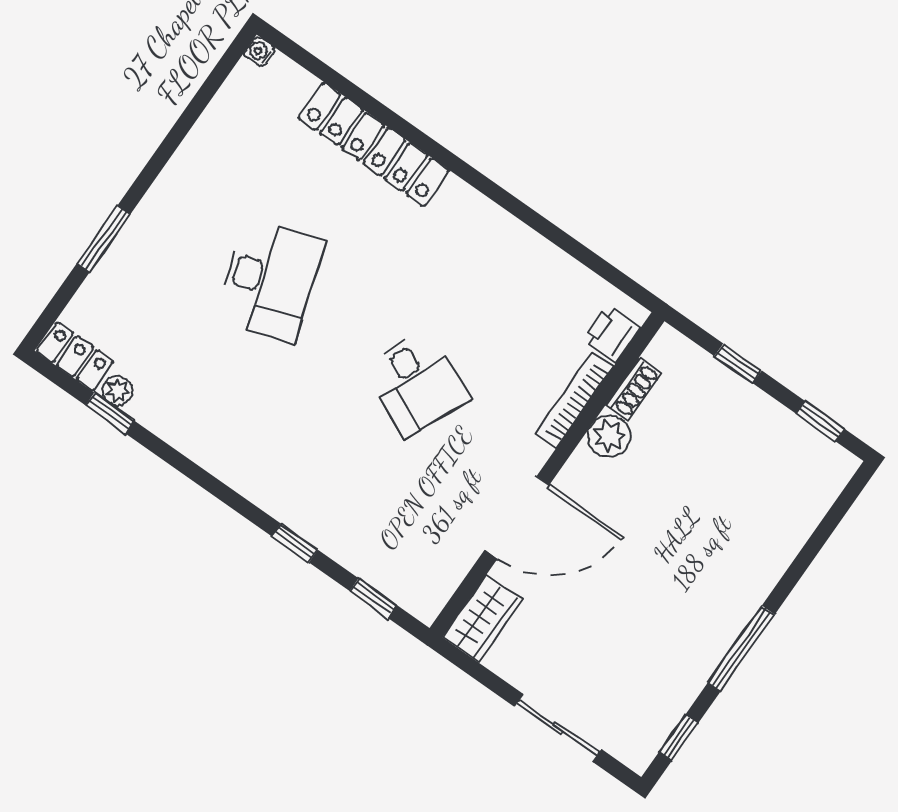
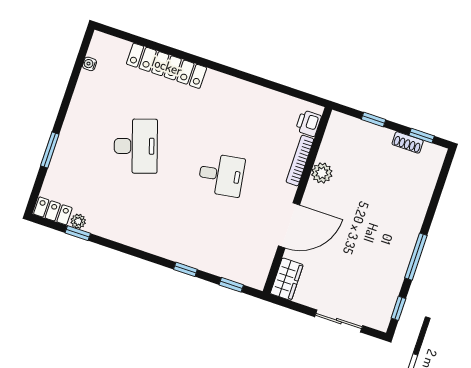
water cooler: (260, 52) -> (89, 64), moved
desk: (416, 383) -> (221, 175), turned -33
shoe rack: (634, 389) -> (408, 142), moved, turned 90

